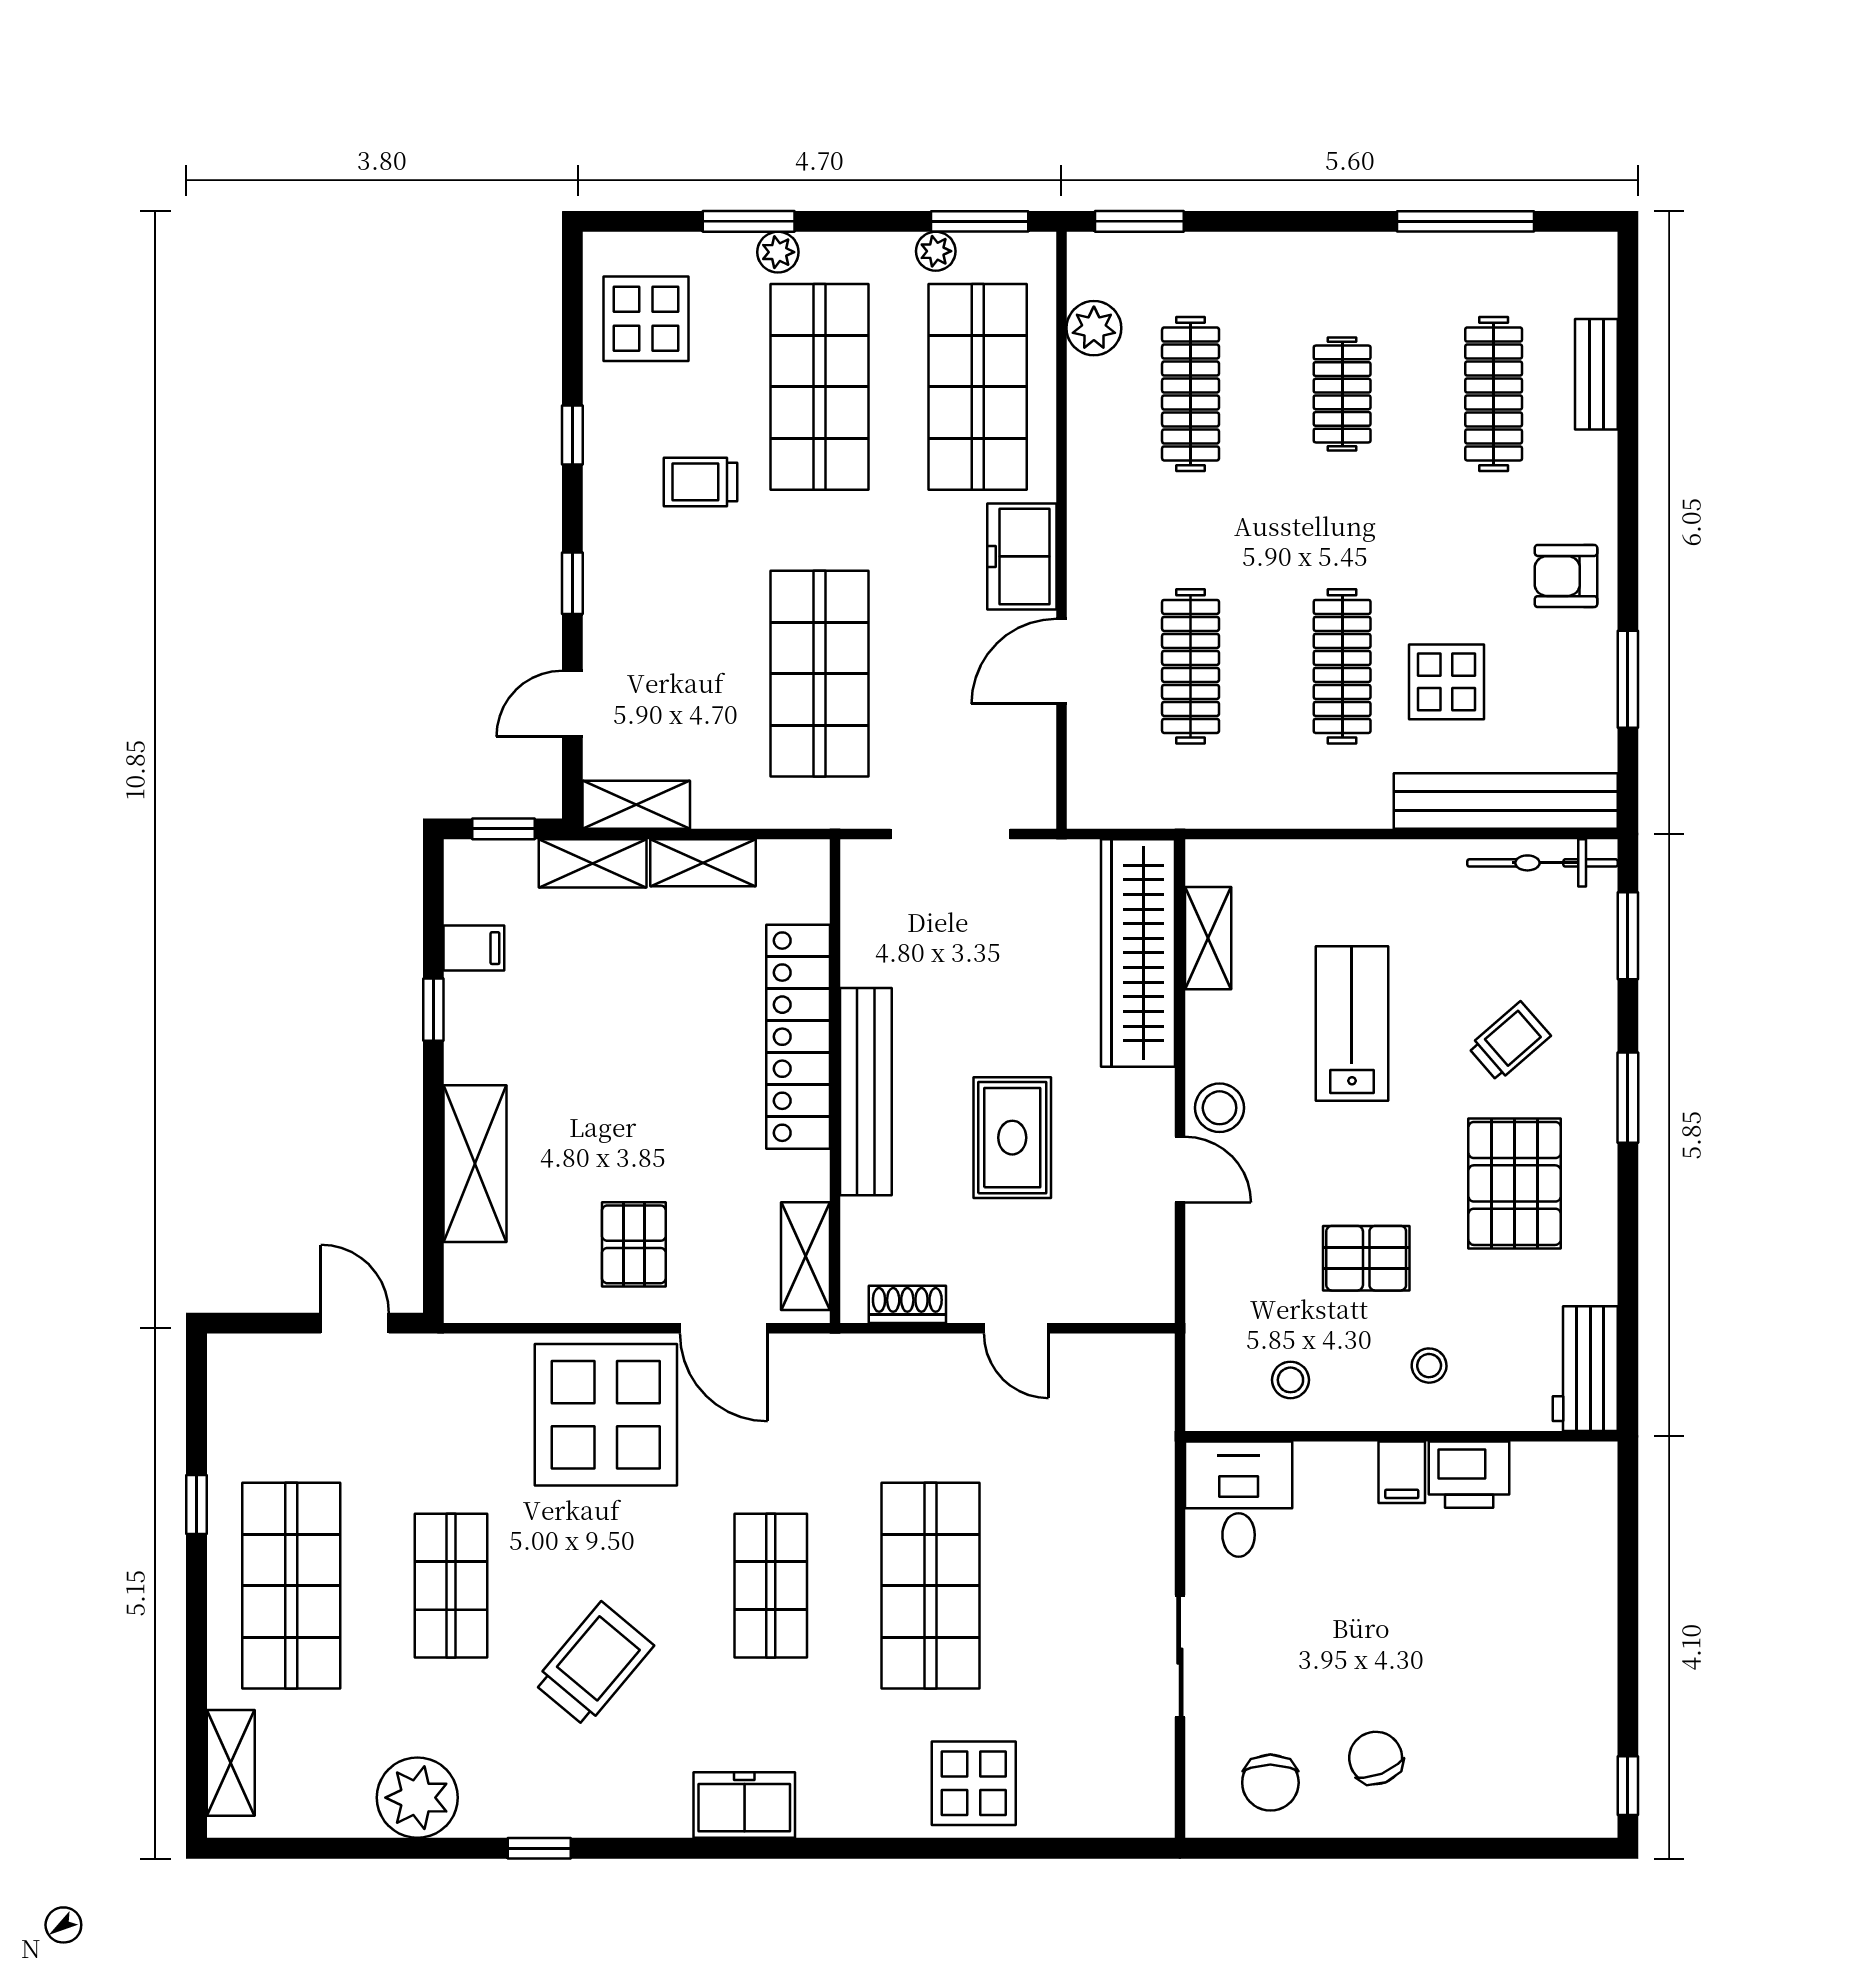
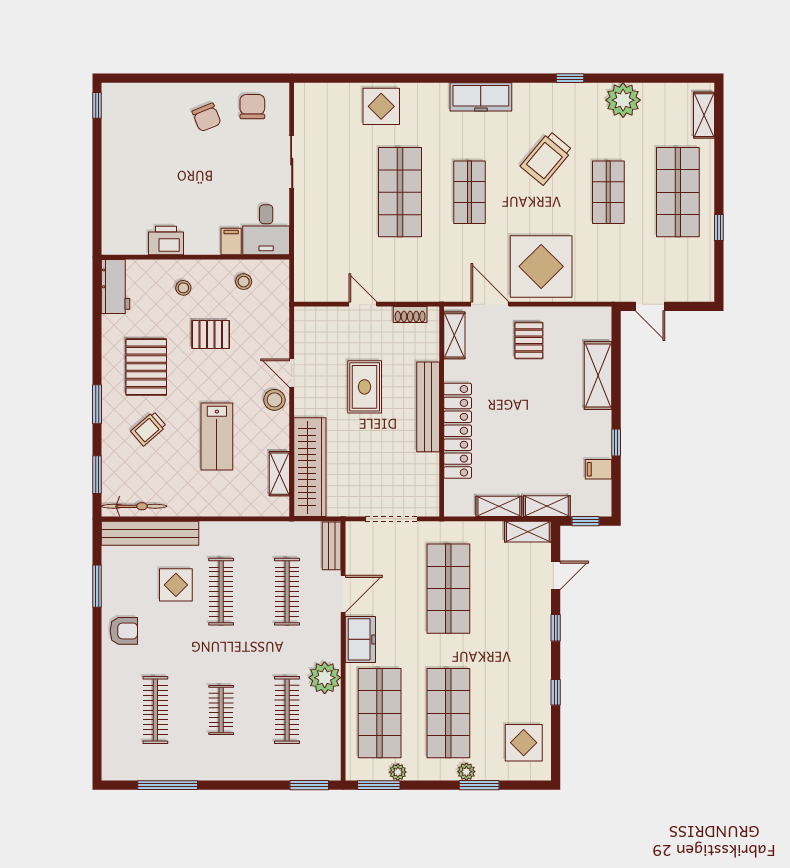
plant: (1094, 328) -> (325, 678), moved, width x1.36, depth x1.36
bench: (1596, 374) -> (332, 546), moved
trolley: (701, 482) -> (500, 672), removed
filing cabinet: (1402, 1472) -> (231, 241), moved
freezer: (744, 1805) -> (481, 97), width x1.40

